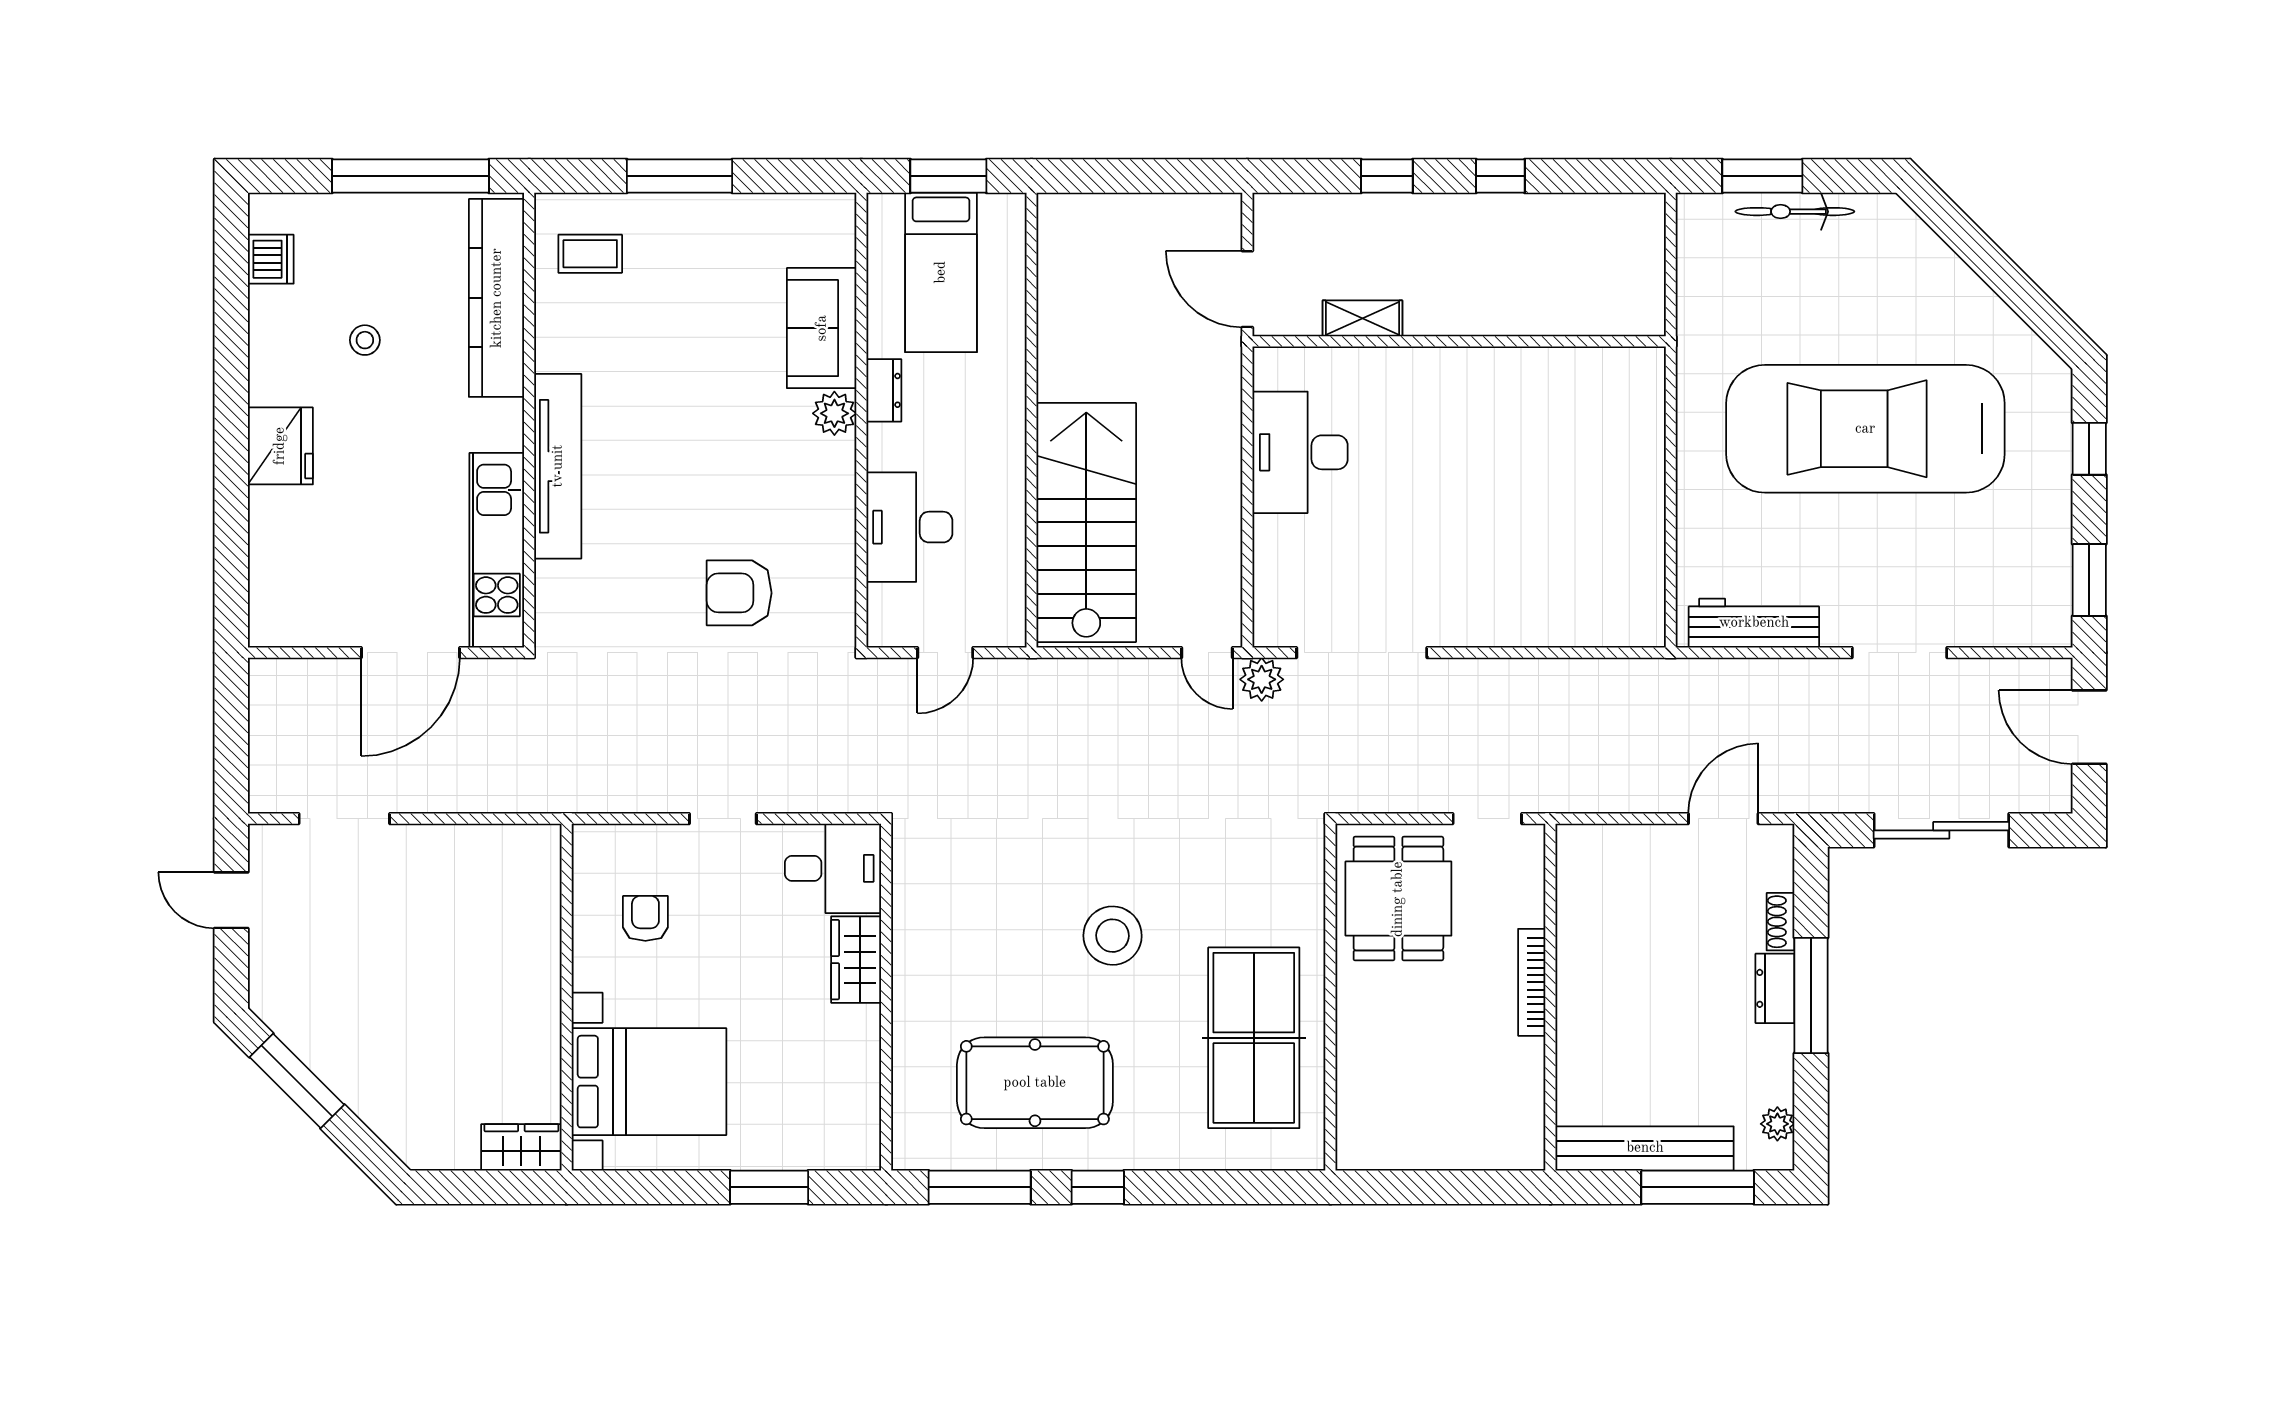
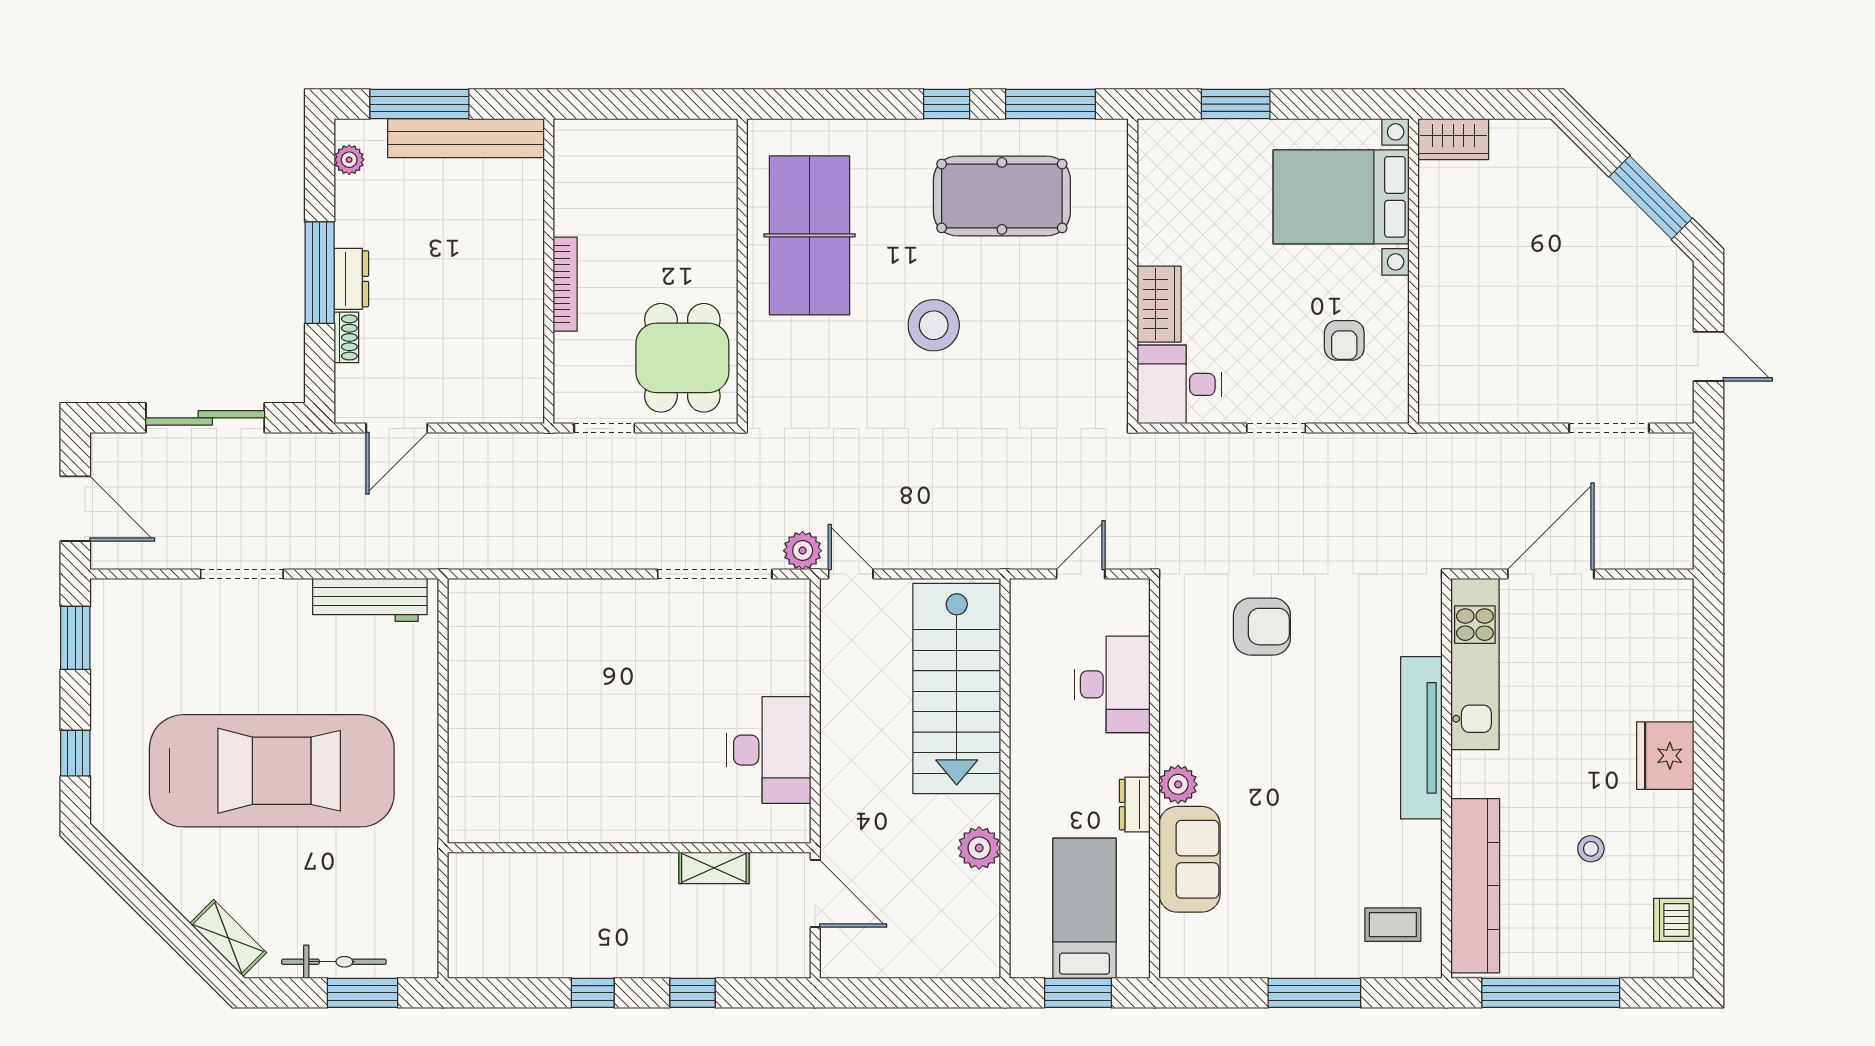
shelving: (1915, 239) -> (228, 938), added
plant: (1061, 341) -> (979, 848), added

